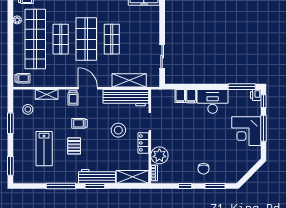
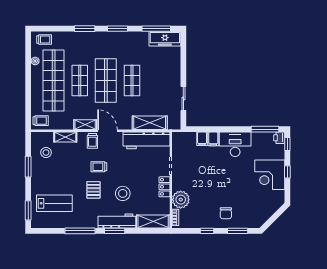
shelving: (66, 82) -> (85, 125), added
window: (264, 128) -> (287, 172), width x0.46
stool: (118, 130) -> (123, 193), moved
lab bench: (44, 149) -> (54, 203), moved, turned -90

